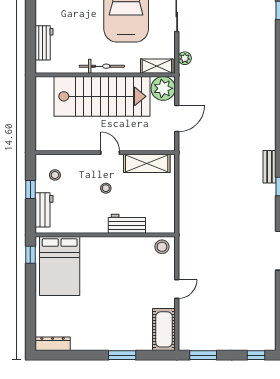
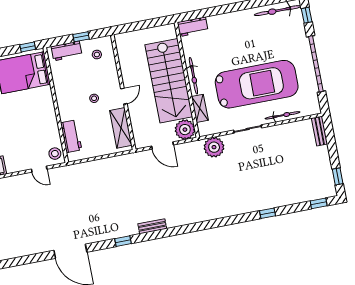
workbench: (44, 43) -> (193, 27), moved
plant: (185, 58) -> (214, 147), width x1.88, depth x1.88
shelving: (157, 66) -> (200, 108), moved
bench: (269, 167) -> (152, 226), moved
workbench: (127, 224) -> (71, 136), moved
door: (177, 289) -> (39, 169), moved

